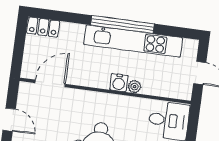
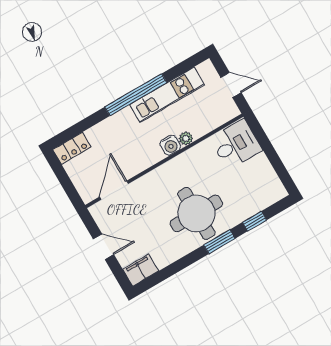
kitchen unit: (133, 41) -> (167, 95), width x0.73

